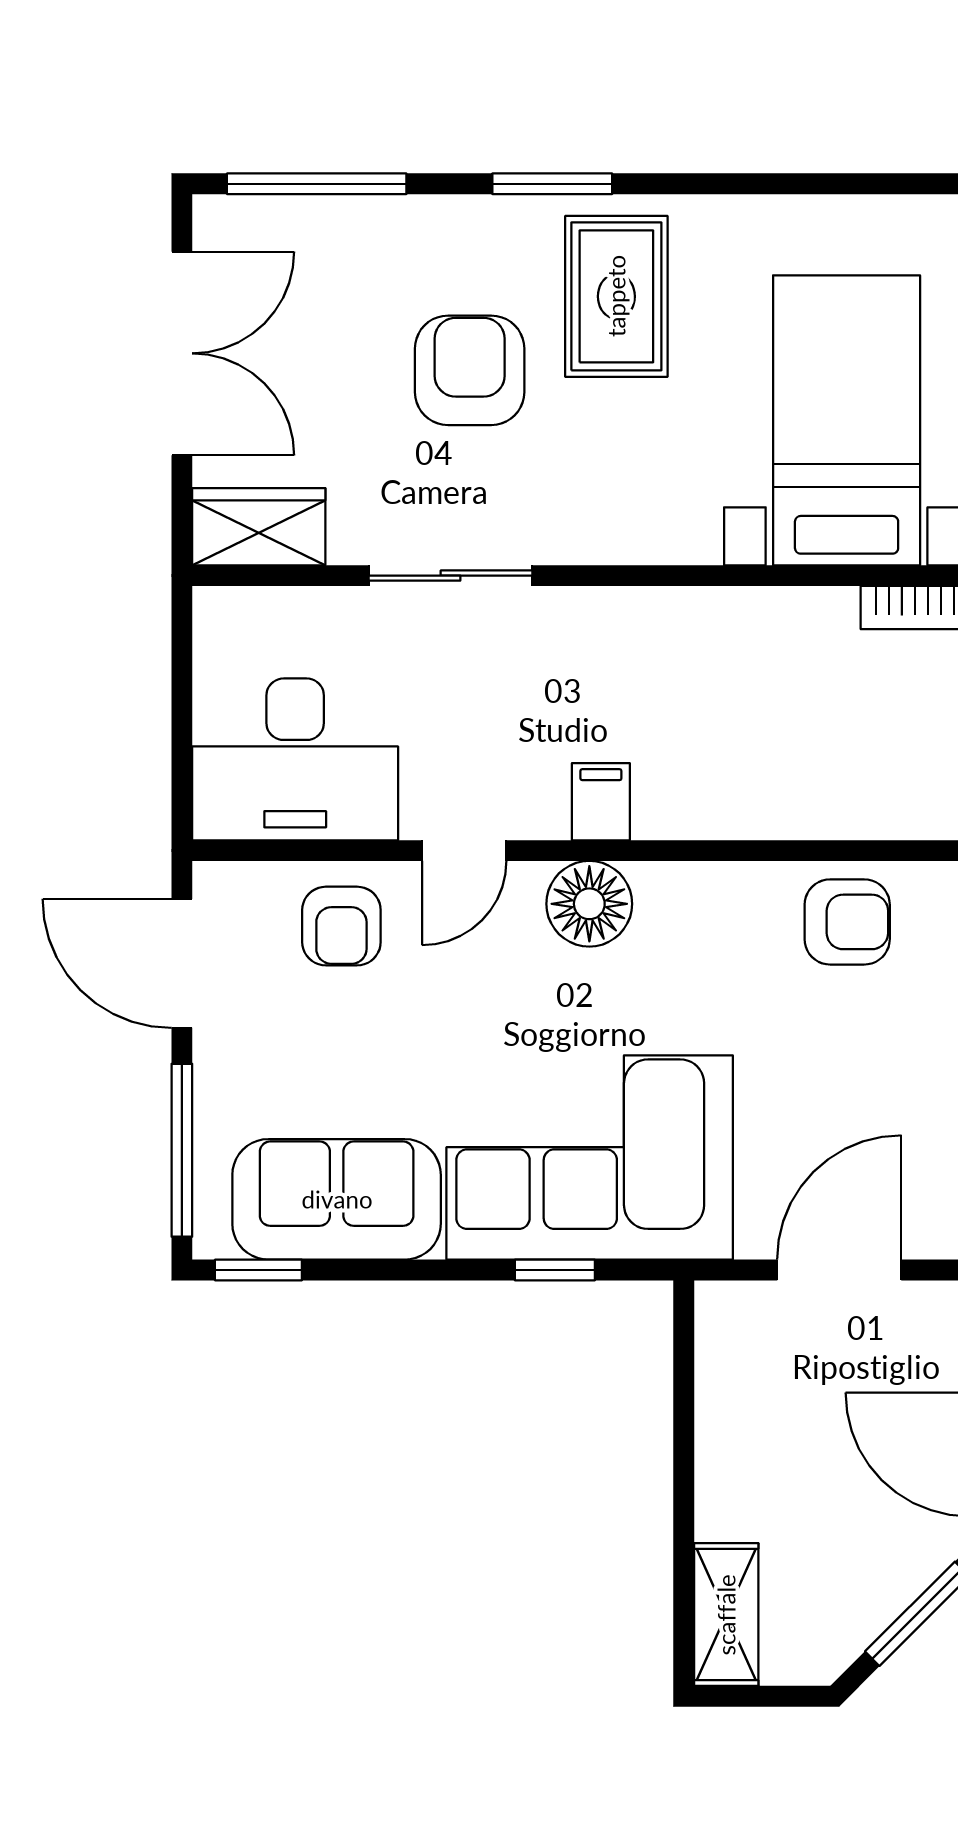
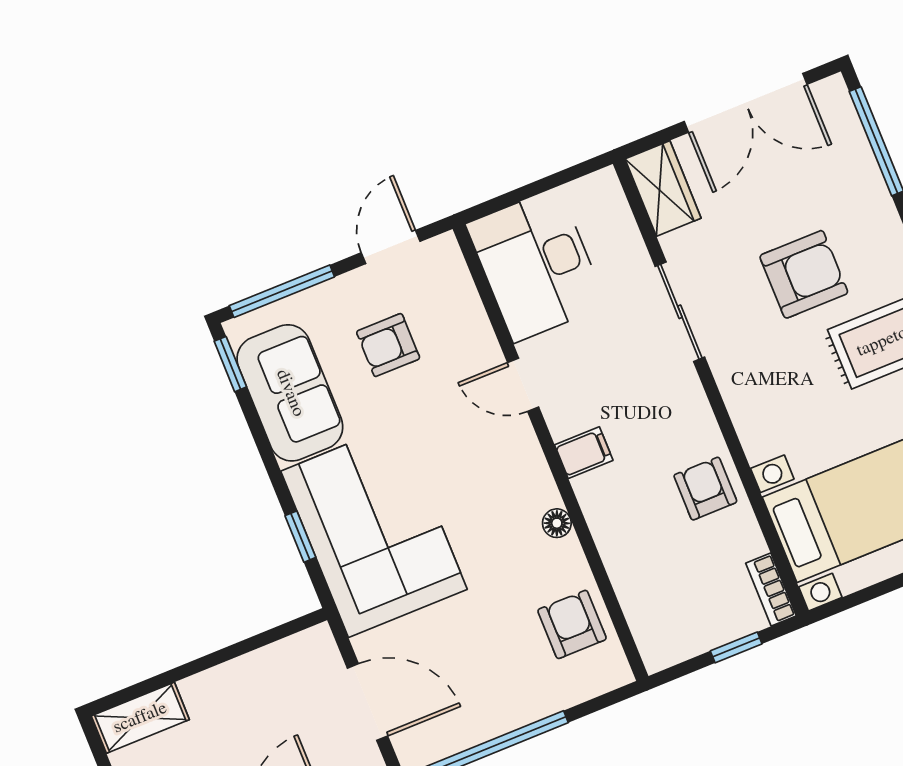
armchair: (727, 644) -> (705, 489), added
floor lamp: (589, 904) -> (557, 523), moved, width x0.53, depth x0.53
armchair: (847, 922) -> (572, 624), turned 180
armchair: (341, 926) -> (388, 345), moved
door: (182, 963) -> (391, 247), width x0.73

